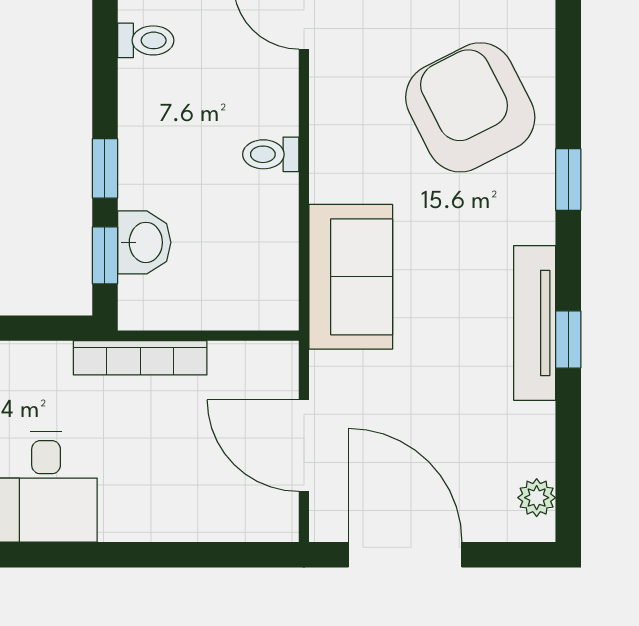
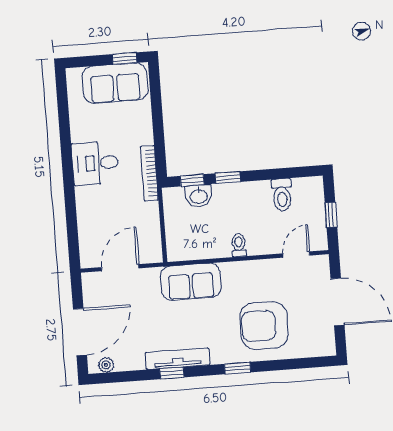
toilet: (146, 40) -> (282, 195), width x1.37, depth x1.39
armchair: (470, 107) -> (264, 326), turned -153
bookcase: (140, 358) -> (149, 173), moved
door: (405, 555) -> (80, 332), moved

